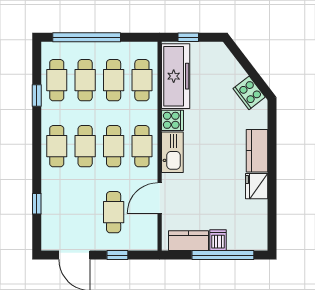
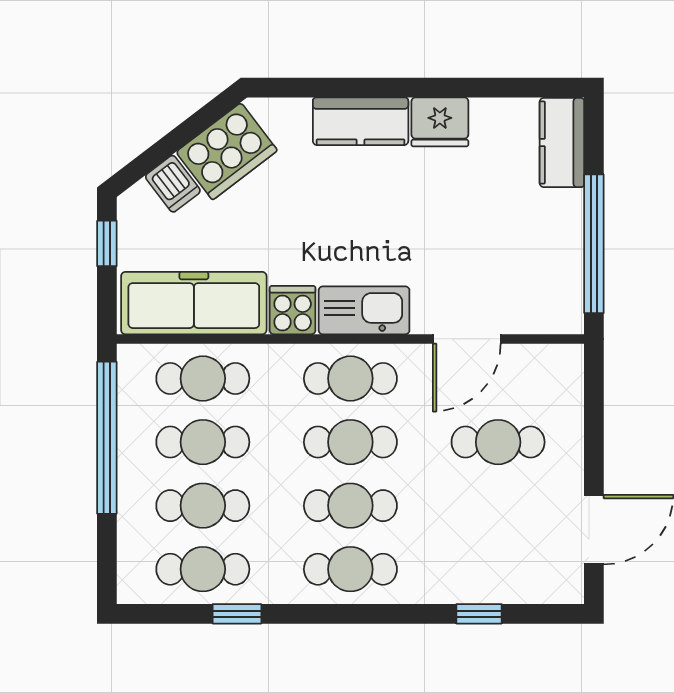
window: (87, 37) -> (107, 438), moved
window: (188, 37) -> (107, 243), moved
cooker: (249, 93) -> (227, 151), width x1.37, depth x1.31
door: (160, 198) -> (467, 339), hinge flipped
dishwasher: (218, 240) -> (173, 184), moved, turned -127
kitchen counter: (188, 241) -> (562, 143), moved
window: (117, 255) -> (594, 433), removed
window: (223, 255) -> (594, 244), moved

